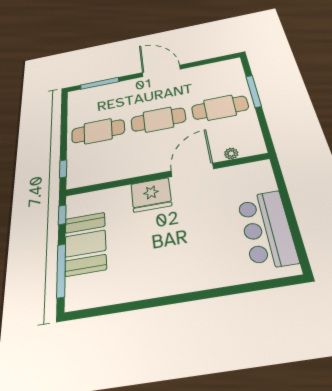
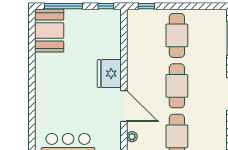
booth: (85, 243) -> (49, 31), moved, turned 90

